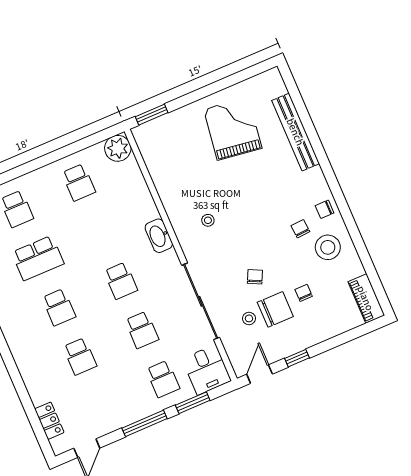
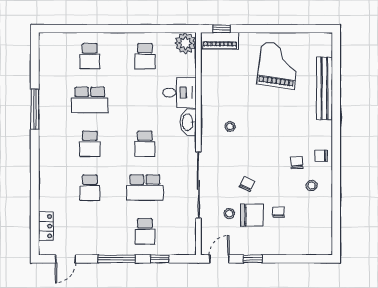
window: (152, 115) -> (222, 29), width x0.67
stool: (328, 247) -> (312, 185), width x0.53, depth x0.53
piano: (366, 298) -> (220, 41), moved, turned -90
school desk: (142, 330) -> (145, 188), width x1.85
desk: (207, 370) -> (180, 93), moved, turned -90
window: (193, 403) -> (160, 259), width x0.67

